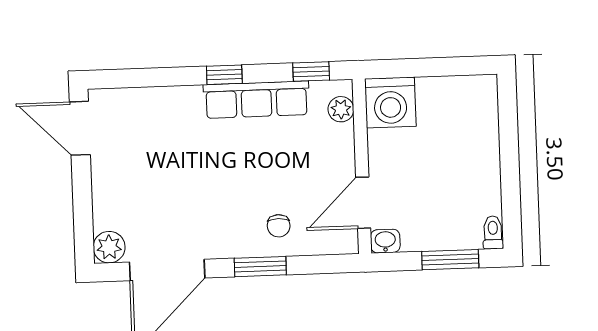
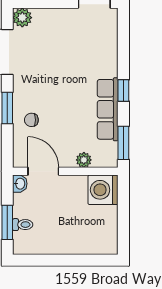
window: (311, 72) -> (123, 143), width x1.50
plant: (341, 109) -> (84, 160), moved
toilet: (493, 232) -> (23, 225), moved

